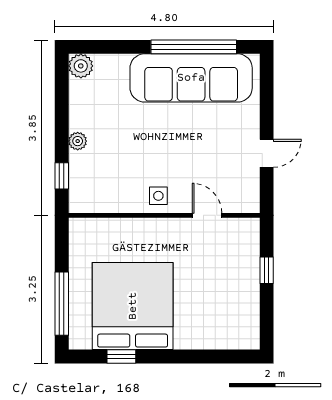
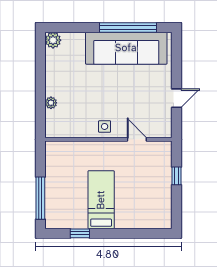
plant: (78, 141) -> (51, 103), moved
window: (62, 176) -> (40, 113), removed
bed: (133, 306) -> (101, 200), width x0.49

